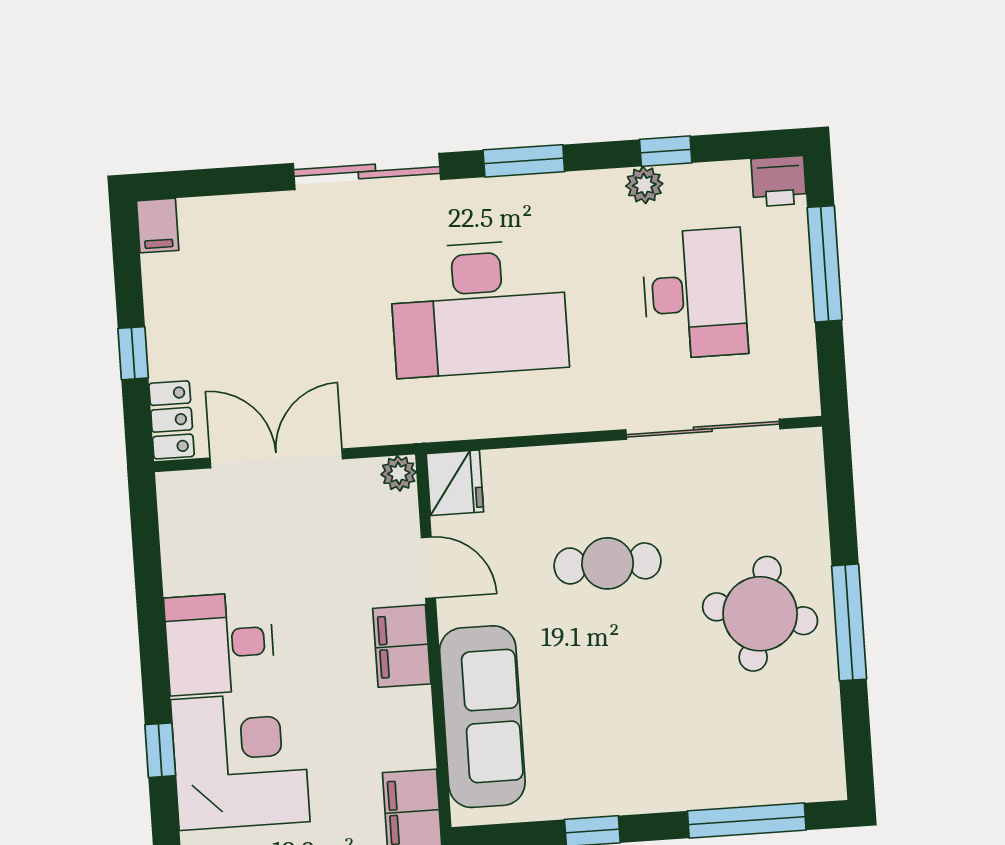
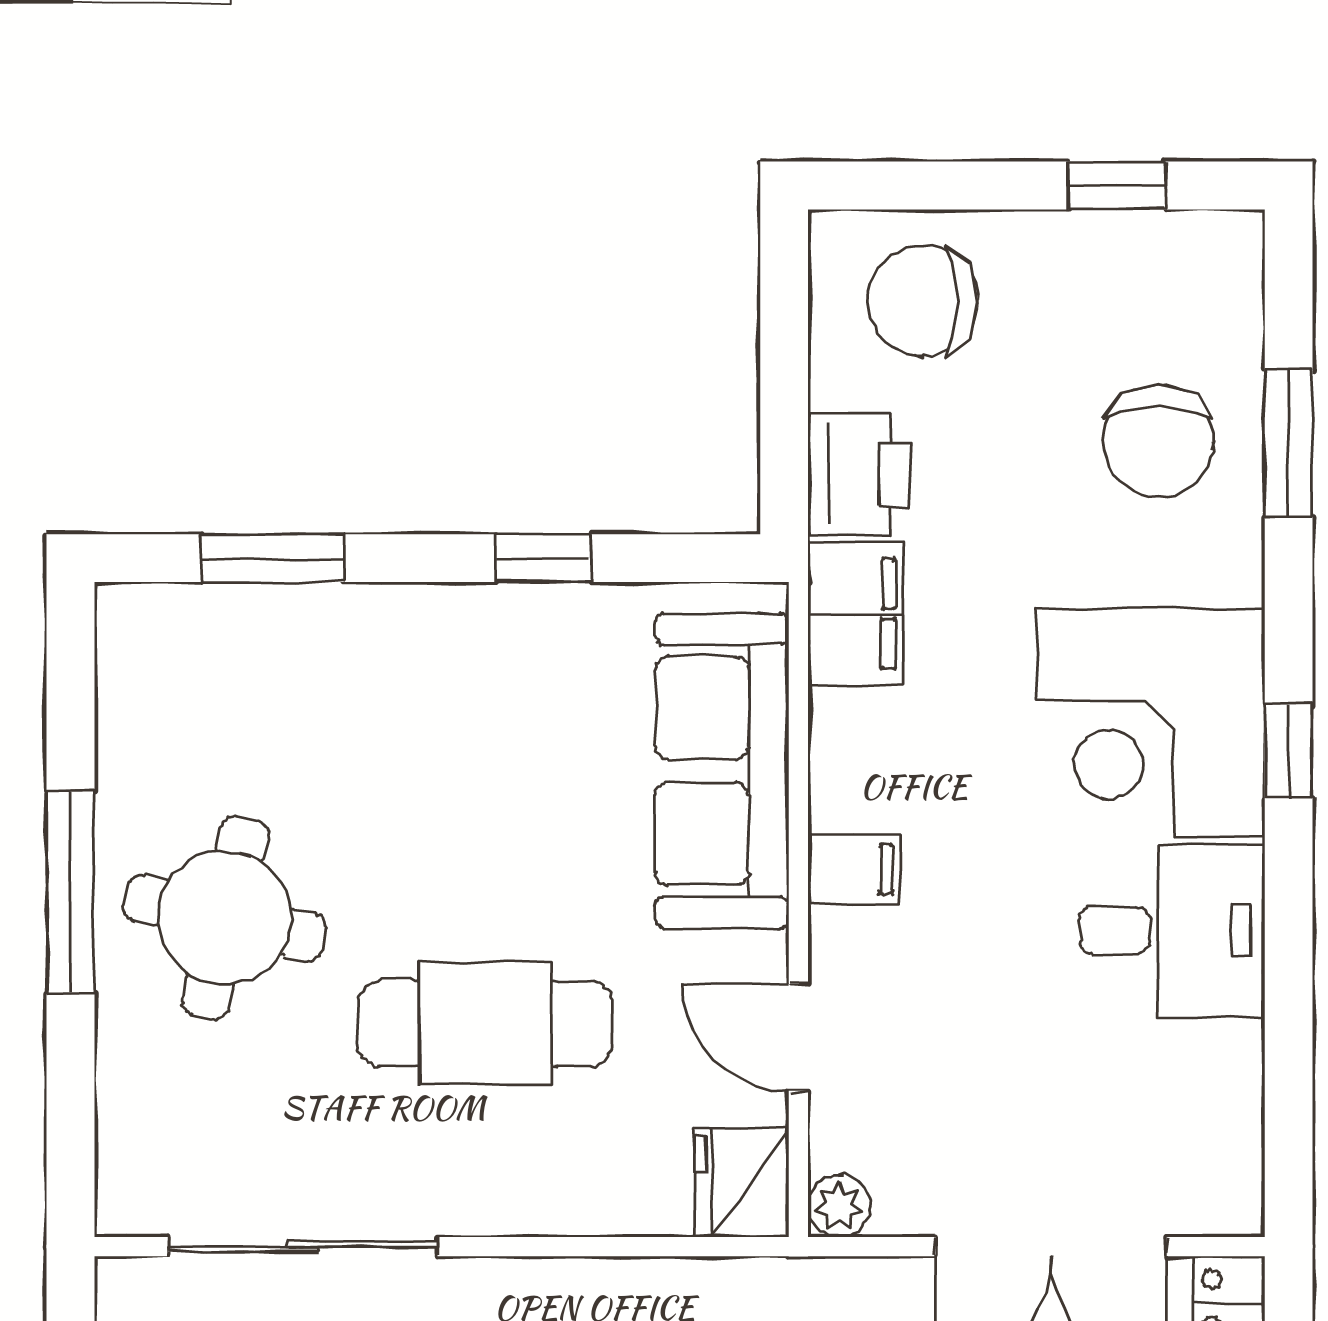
cafe table: (608, 563) -> (485, 1024), width x1.37, depth x1.35
filing cabinet: (402, 646) -> (854, 869), width x0.50
window: (747, 821) -> (273, 558), width x0.69

